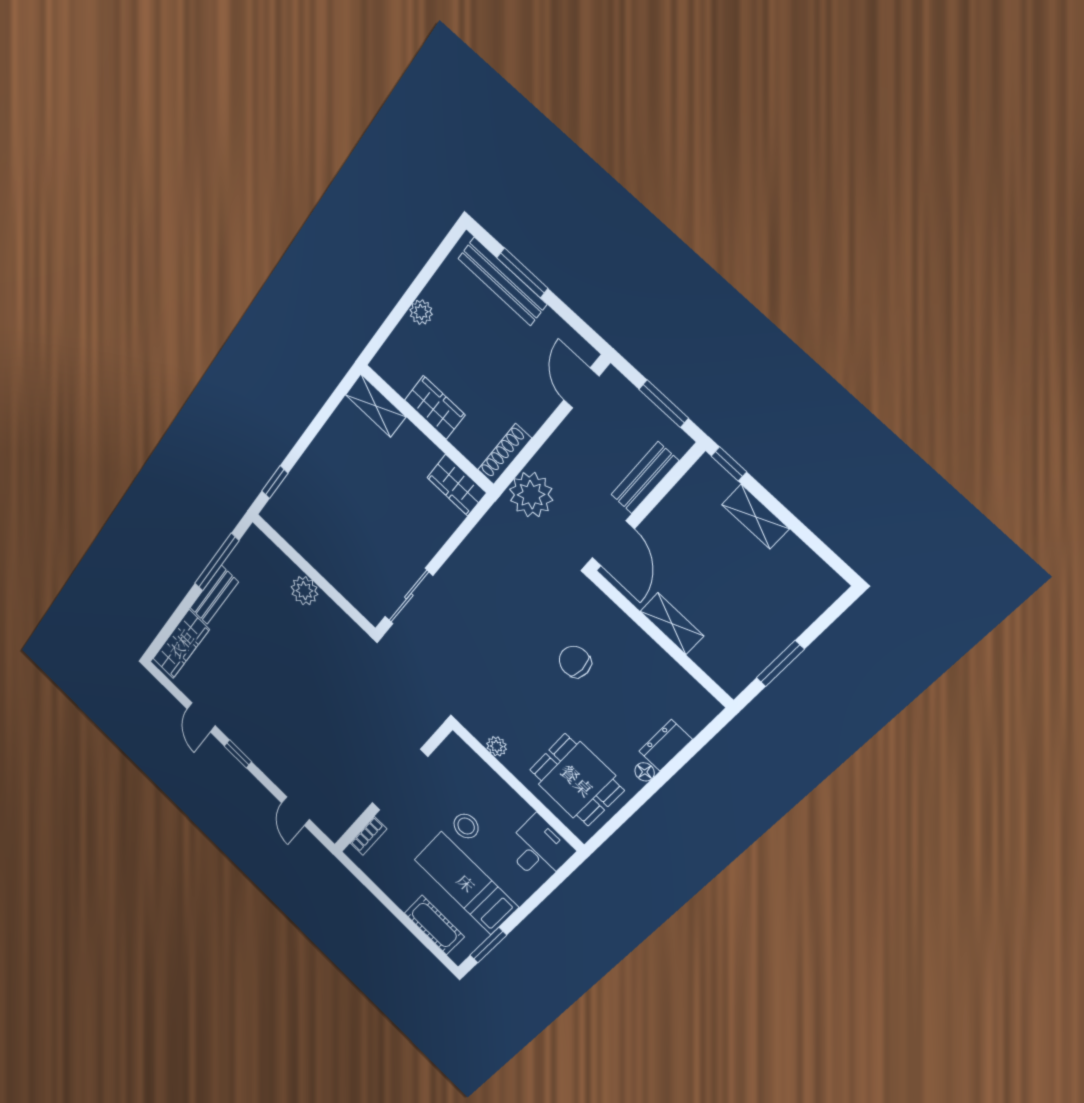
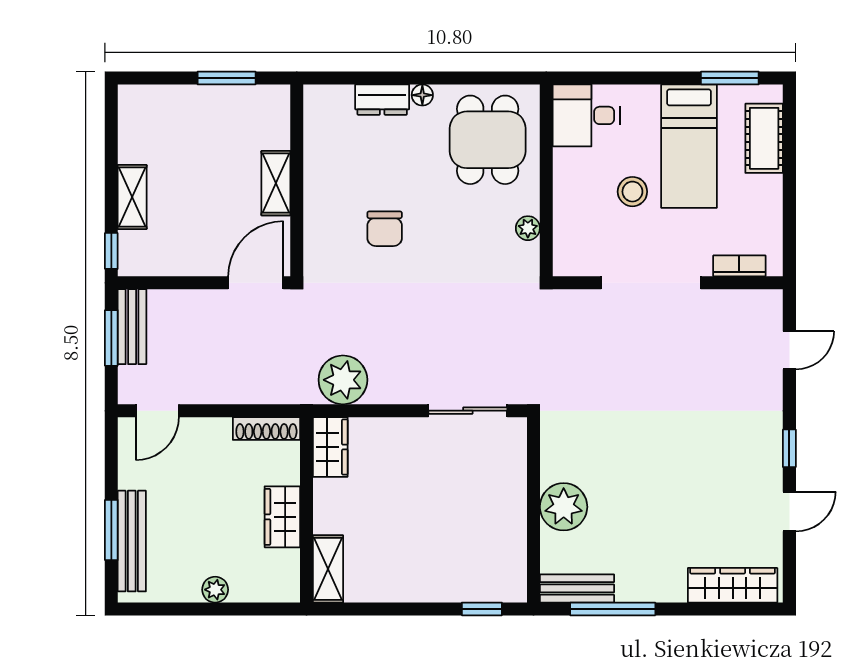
bench: (645, 478) -> (132, 327), moved, turned 90
plant: (531, 495) -> (343, 380), moved
plant: (304, 591) -> (564, 507), width x1.36, depth x1.36
bench: (214, 595) -> (577, 588), moved

